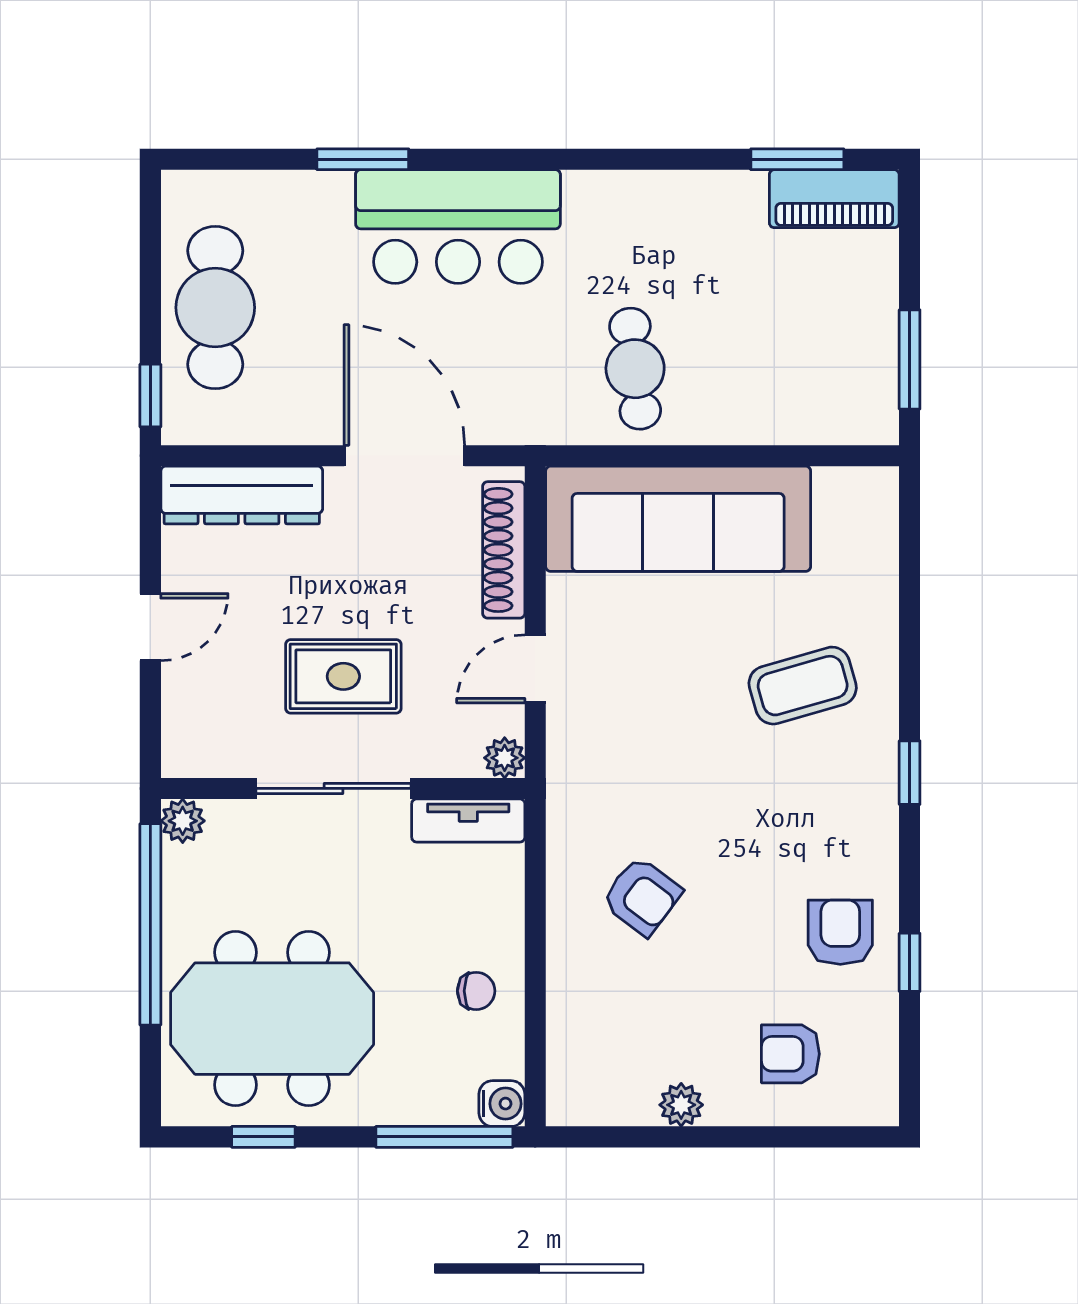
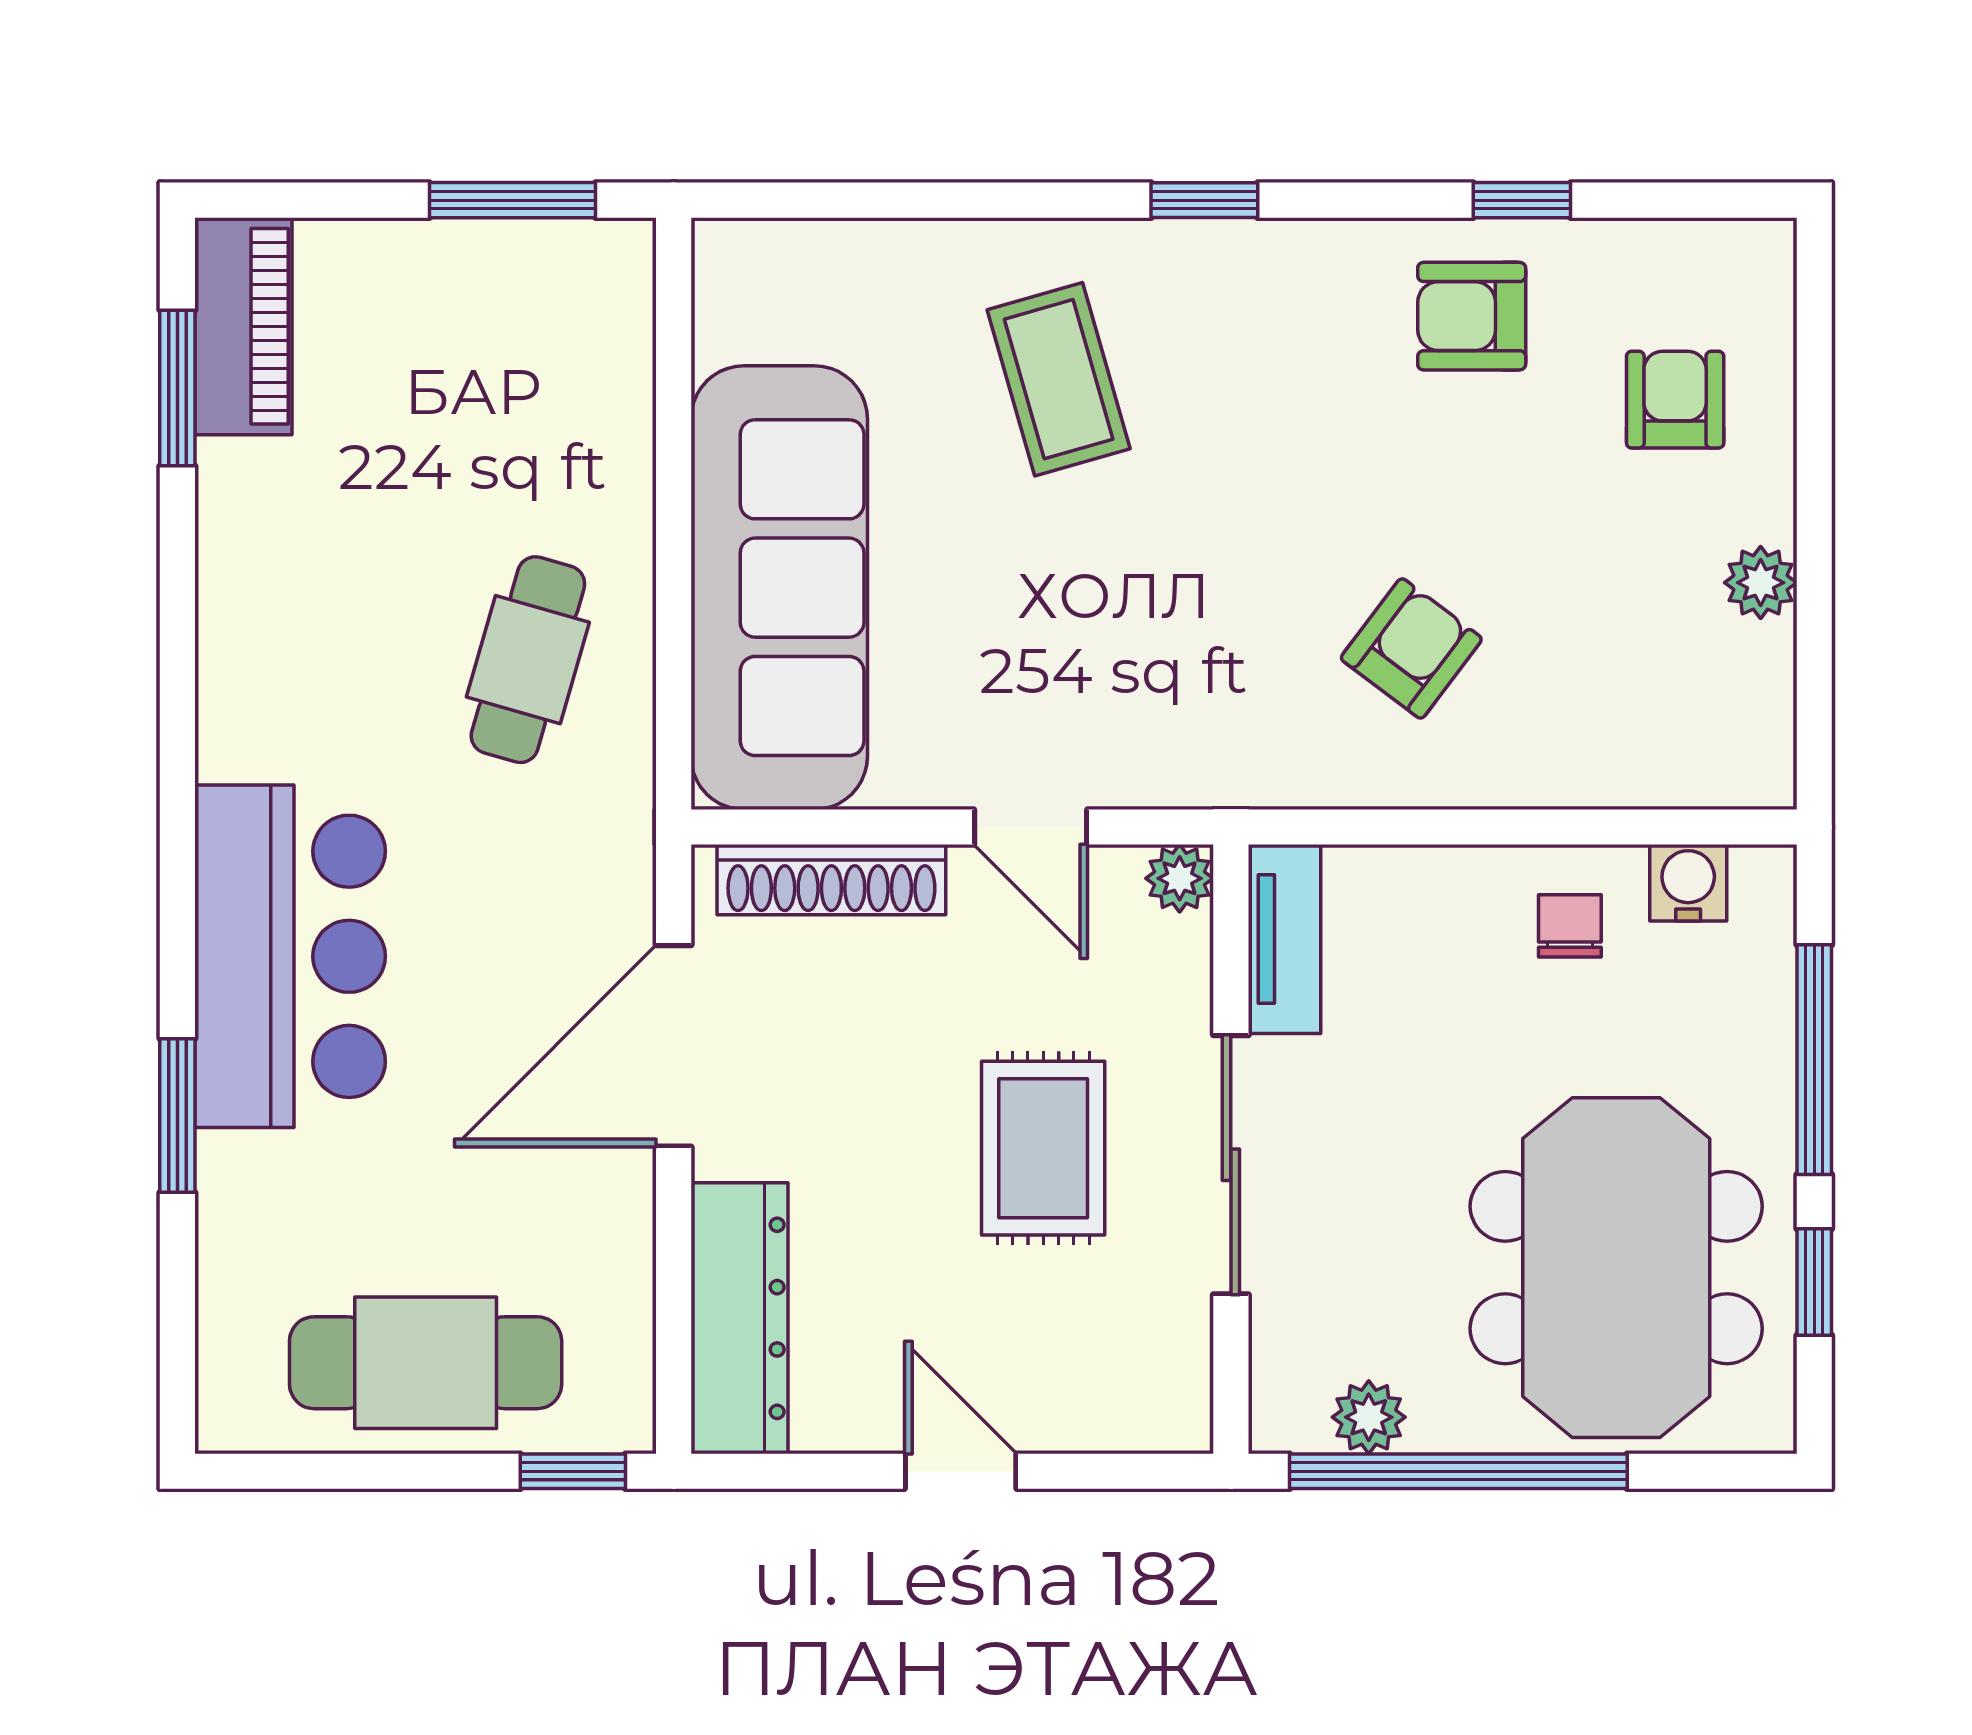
cafe table: (635, 369) -> (528, 660), turned -67
plant: (183, 821) -> (1369, 1417), moved
armchair: (790, 1054) -> (1675, 400), turned 180
water cooler: (502, 1104) -> (1688, 883), moved
window: (444, 1137) -> (1814, 1060), moved

